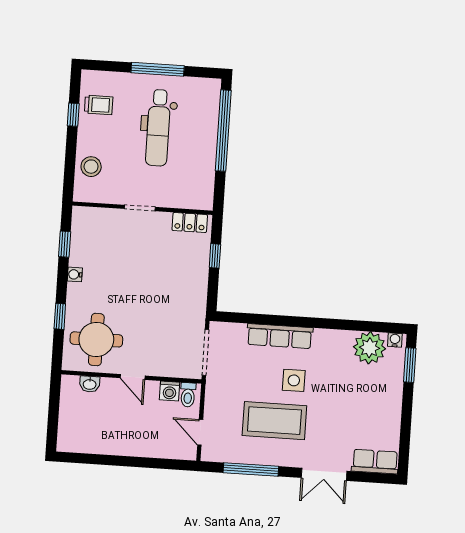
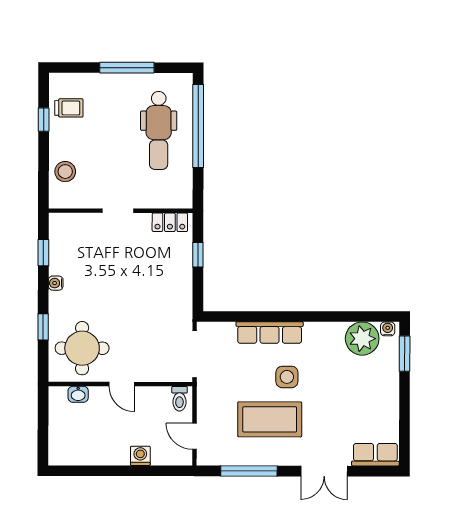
dental chair: (158, 128) -> (159, 130), moved
washing machine: (170, 391) -> (140, 456), moved, turned 180

